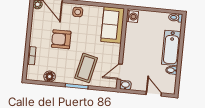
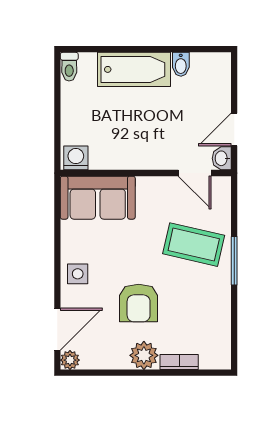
plant: (36, 39) -> (144, 355), added
floor lamp: (50, 77) -> (219, 320), removed
door: (154, 94) -> (234, 130), moved

